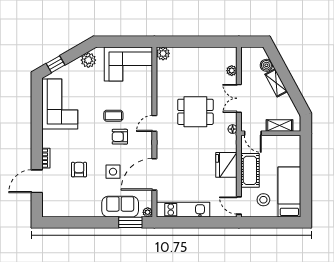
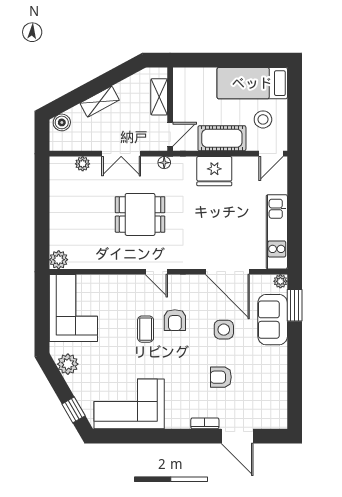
boiler: (266, 65) -> (62, 122), moved
dining table: (195, 112) -> (140, 214), turned 90

